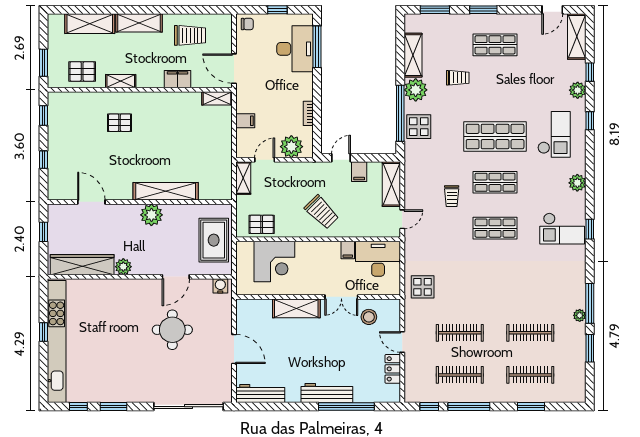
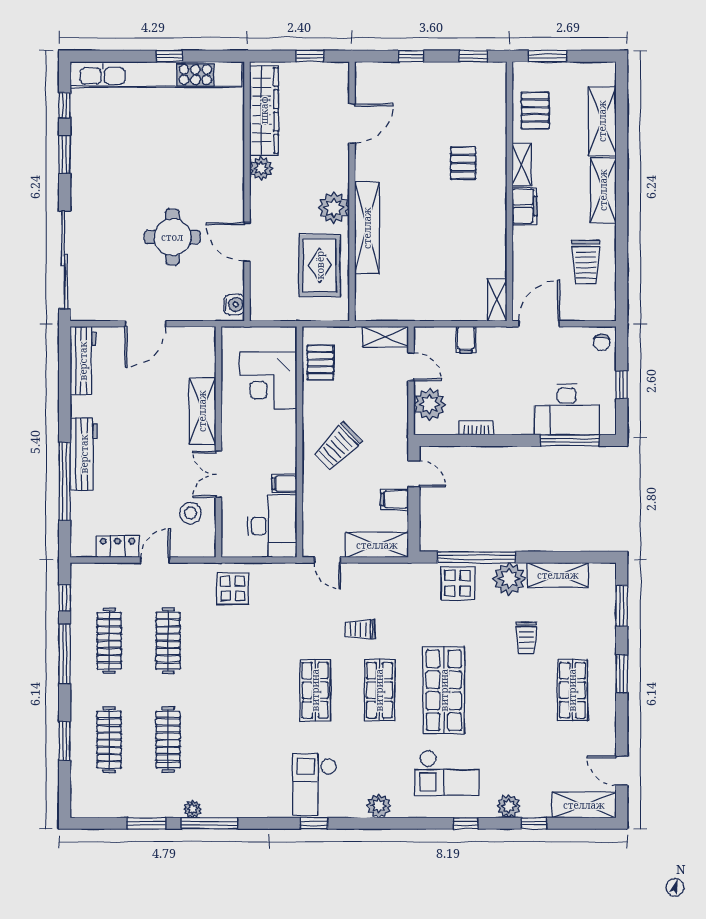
filing cabinet: (178, 79) -> (524, 206), moved
rug: (214, 240) -> (320, 265), moved, turned 90

